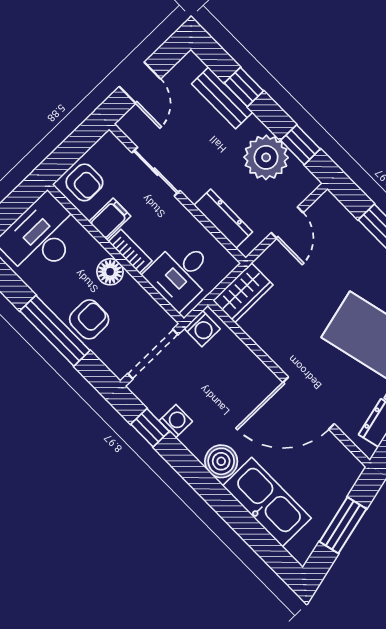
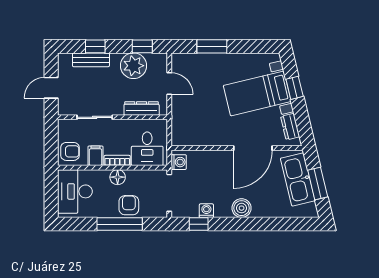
door: (140, 83) -> (51, 88), swing flipped
wardrobe: (243, 293) -> (180, 130), removed
kitchen sink: (267, 502) -> (298, 179), moved, turned -104

